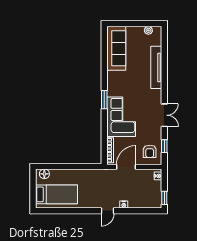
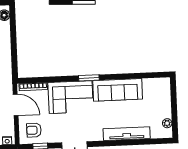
sofa: (116, 48) -> (118, 90), moved

